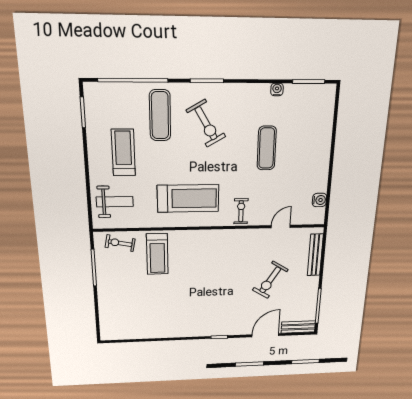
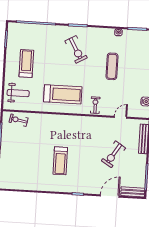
exercise mat: (160, 115) -> (50, 43), removed
treadmill: (157, 254) -> (60, 161), moved

